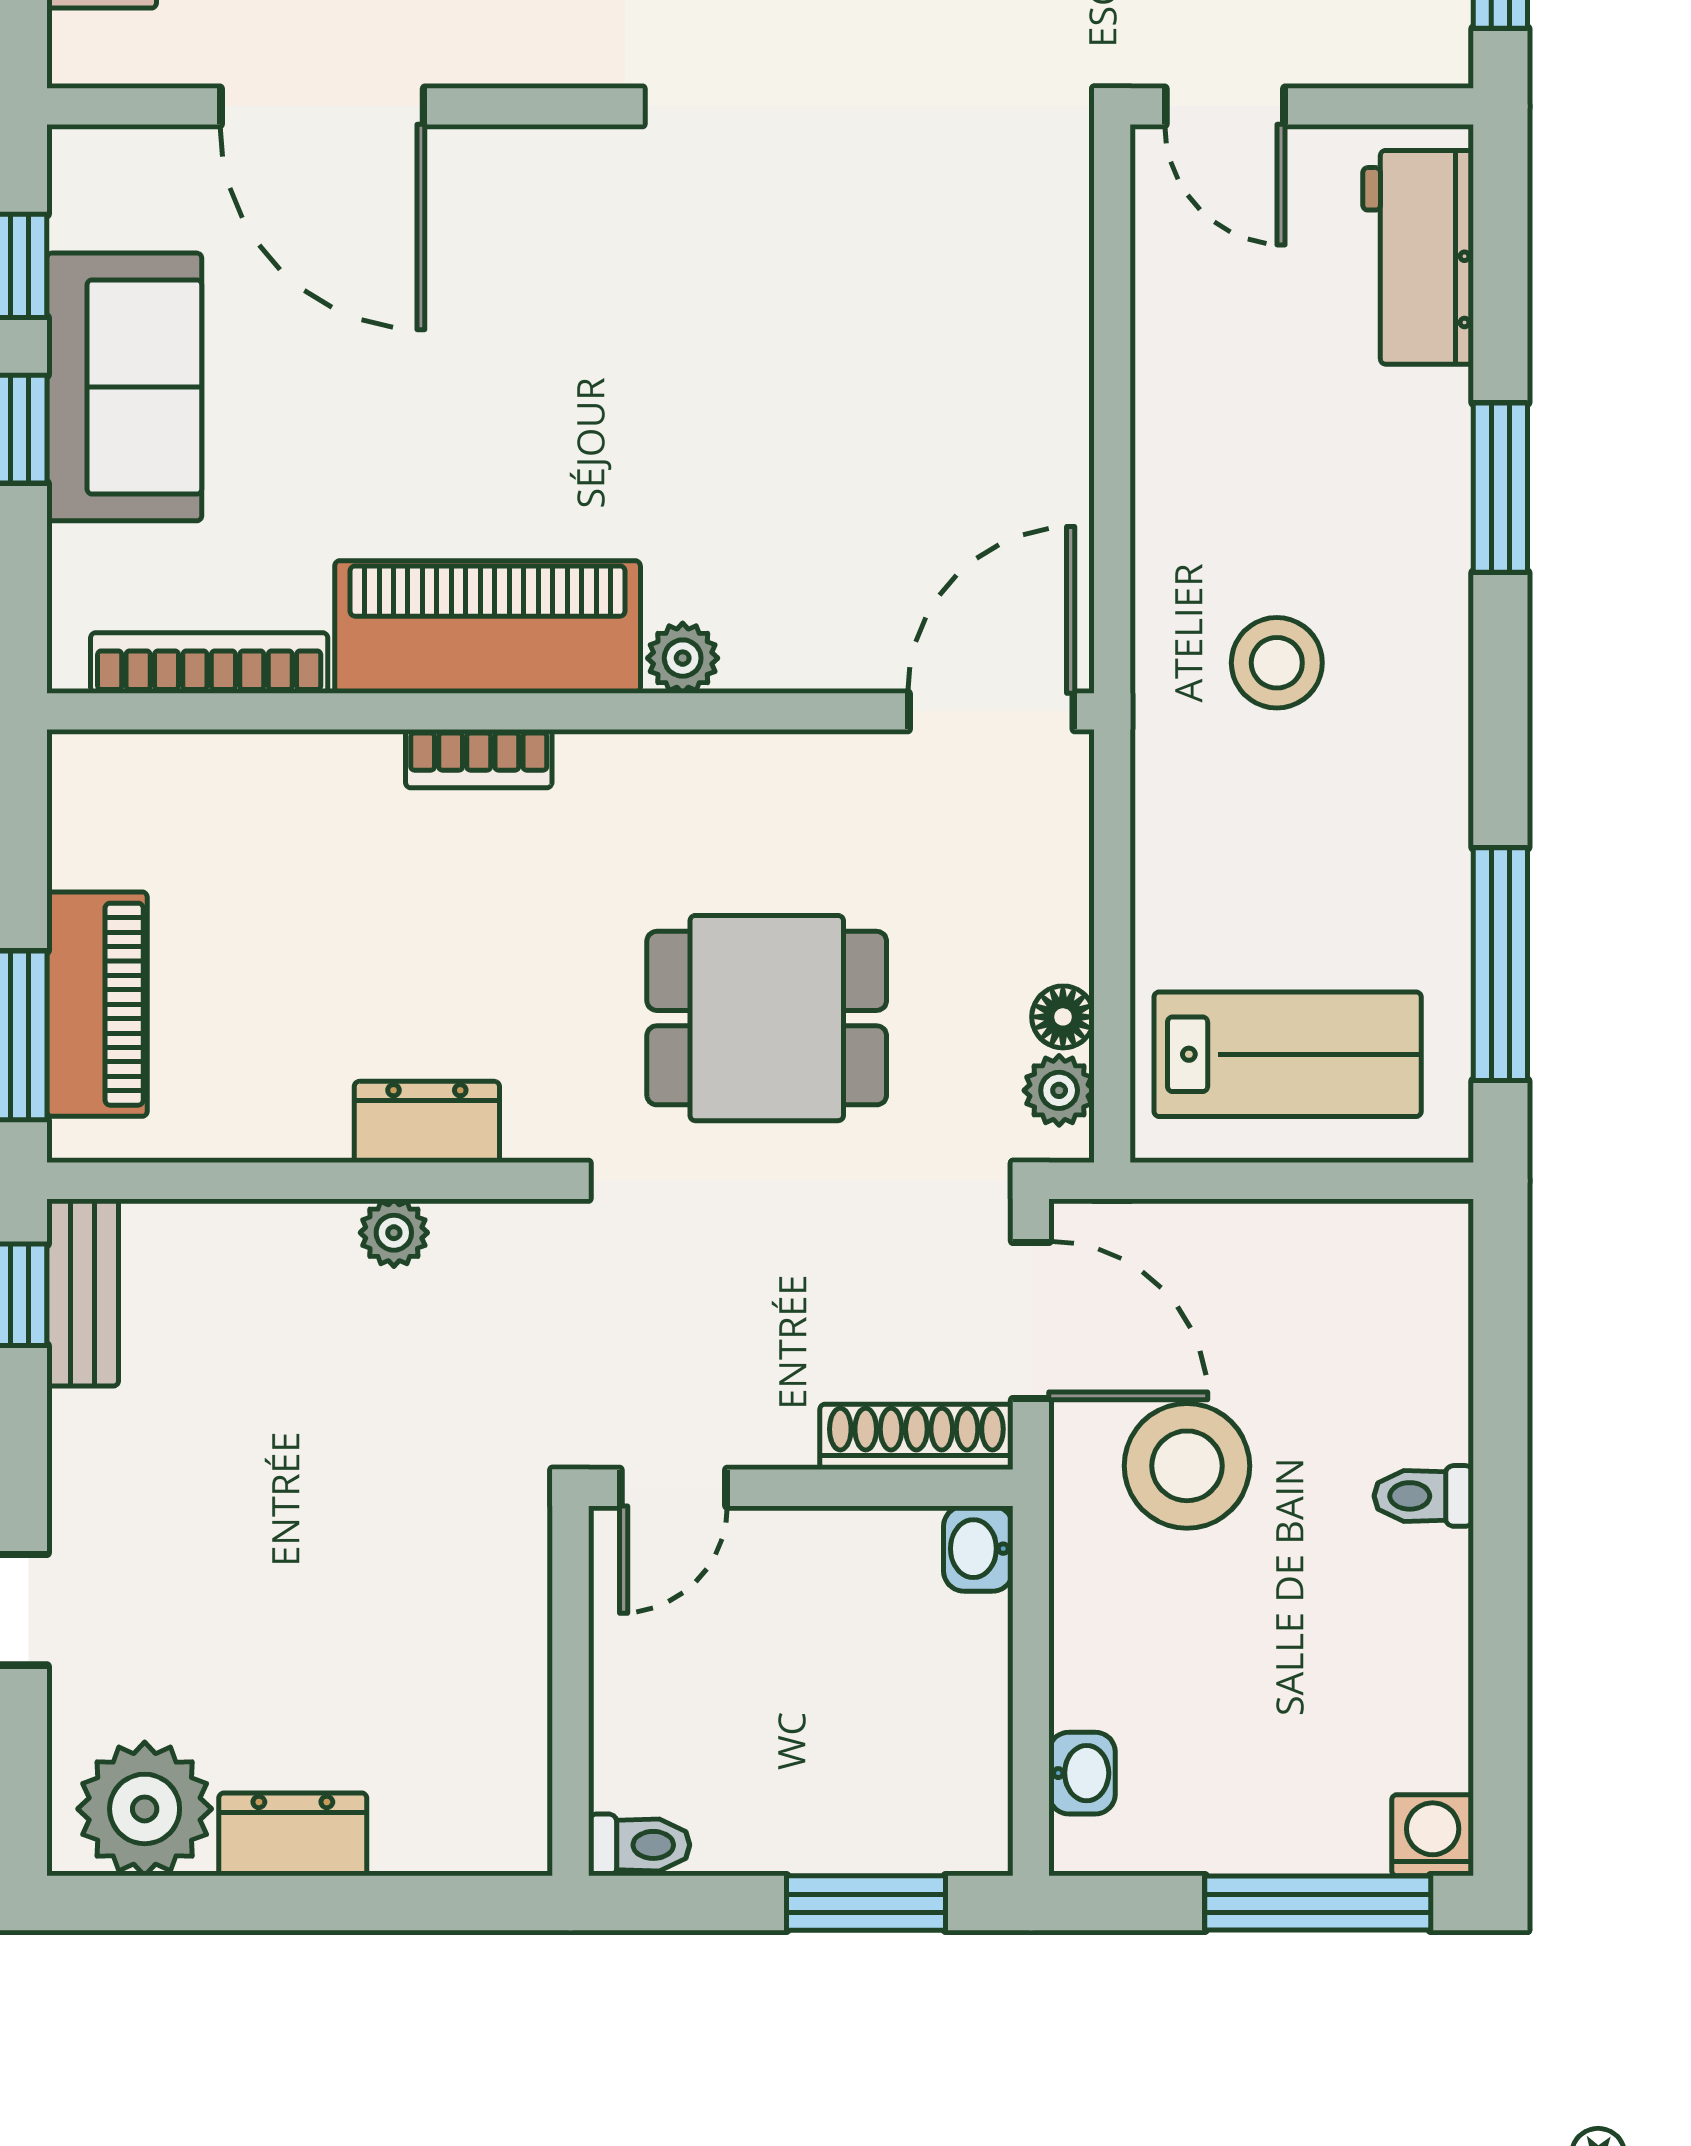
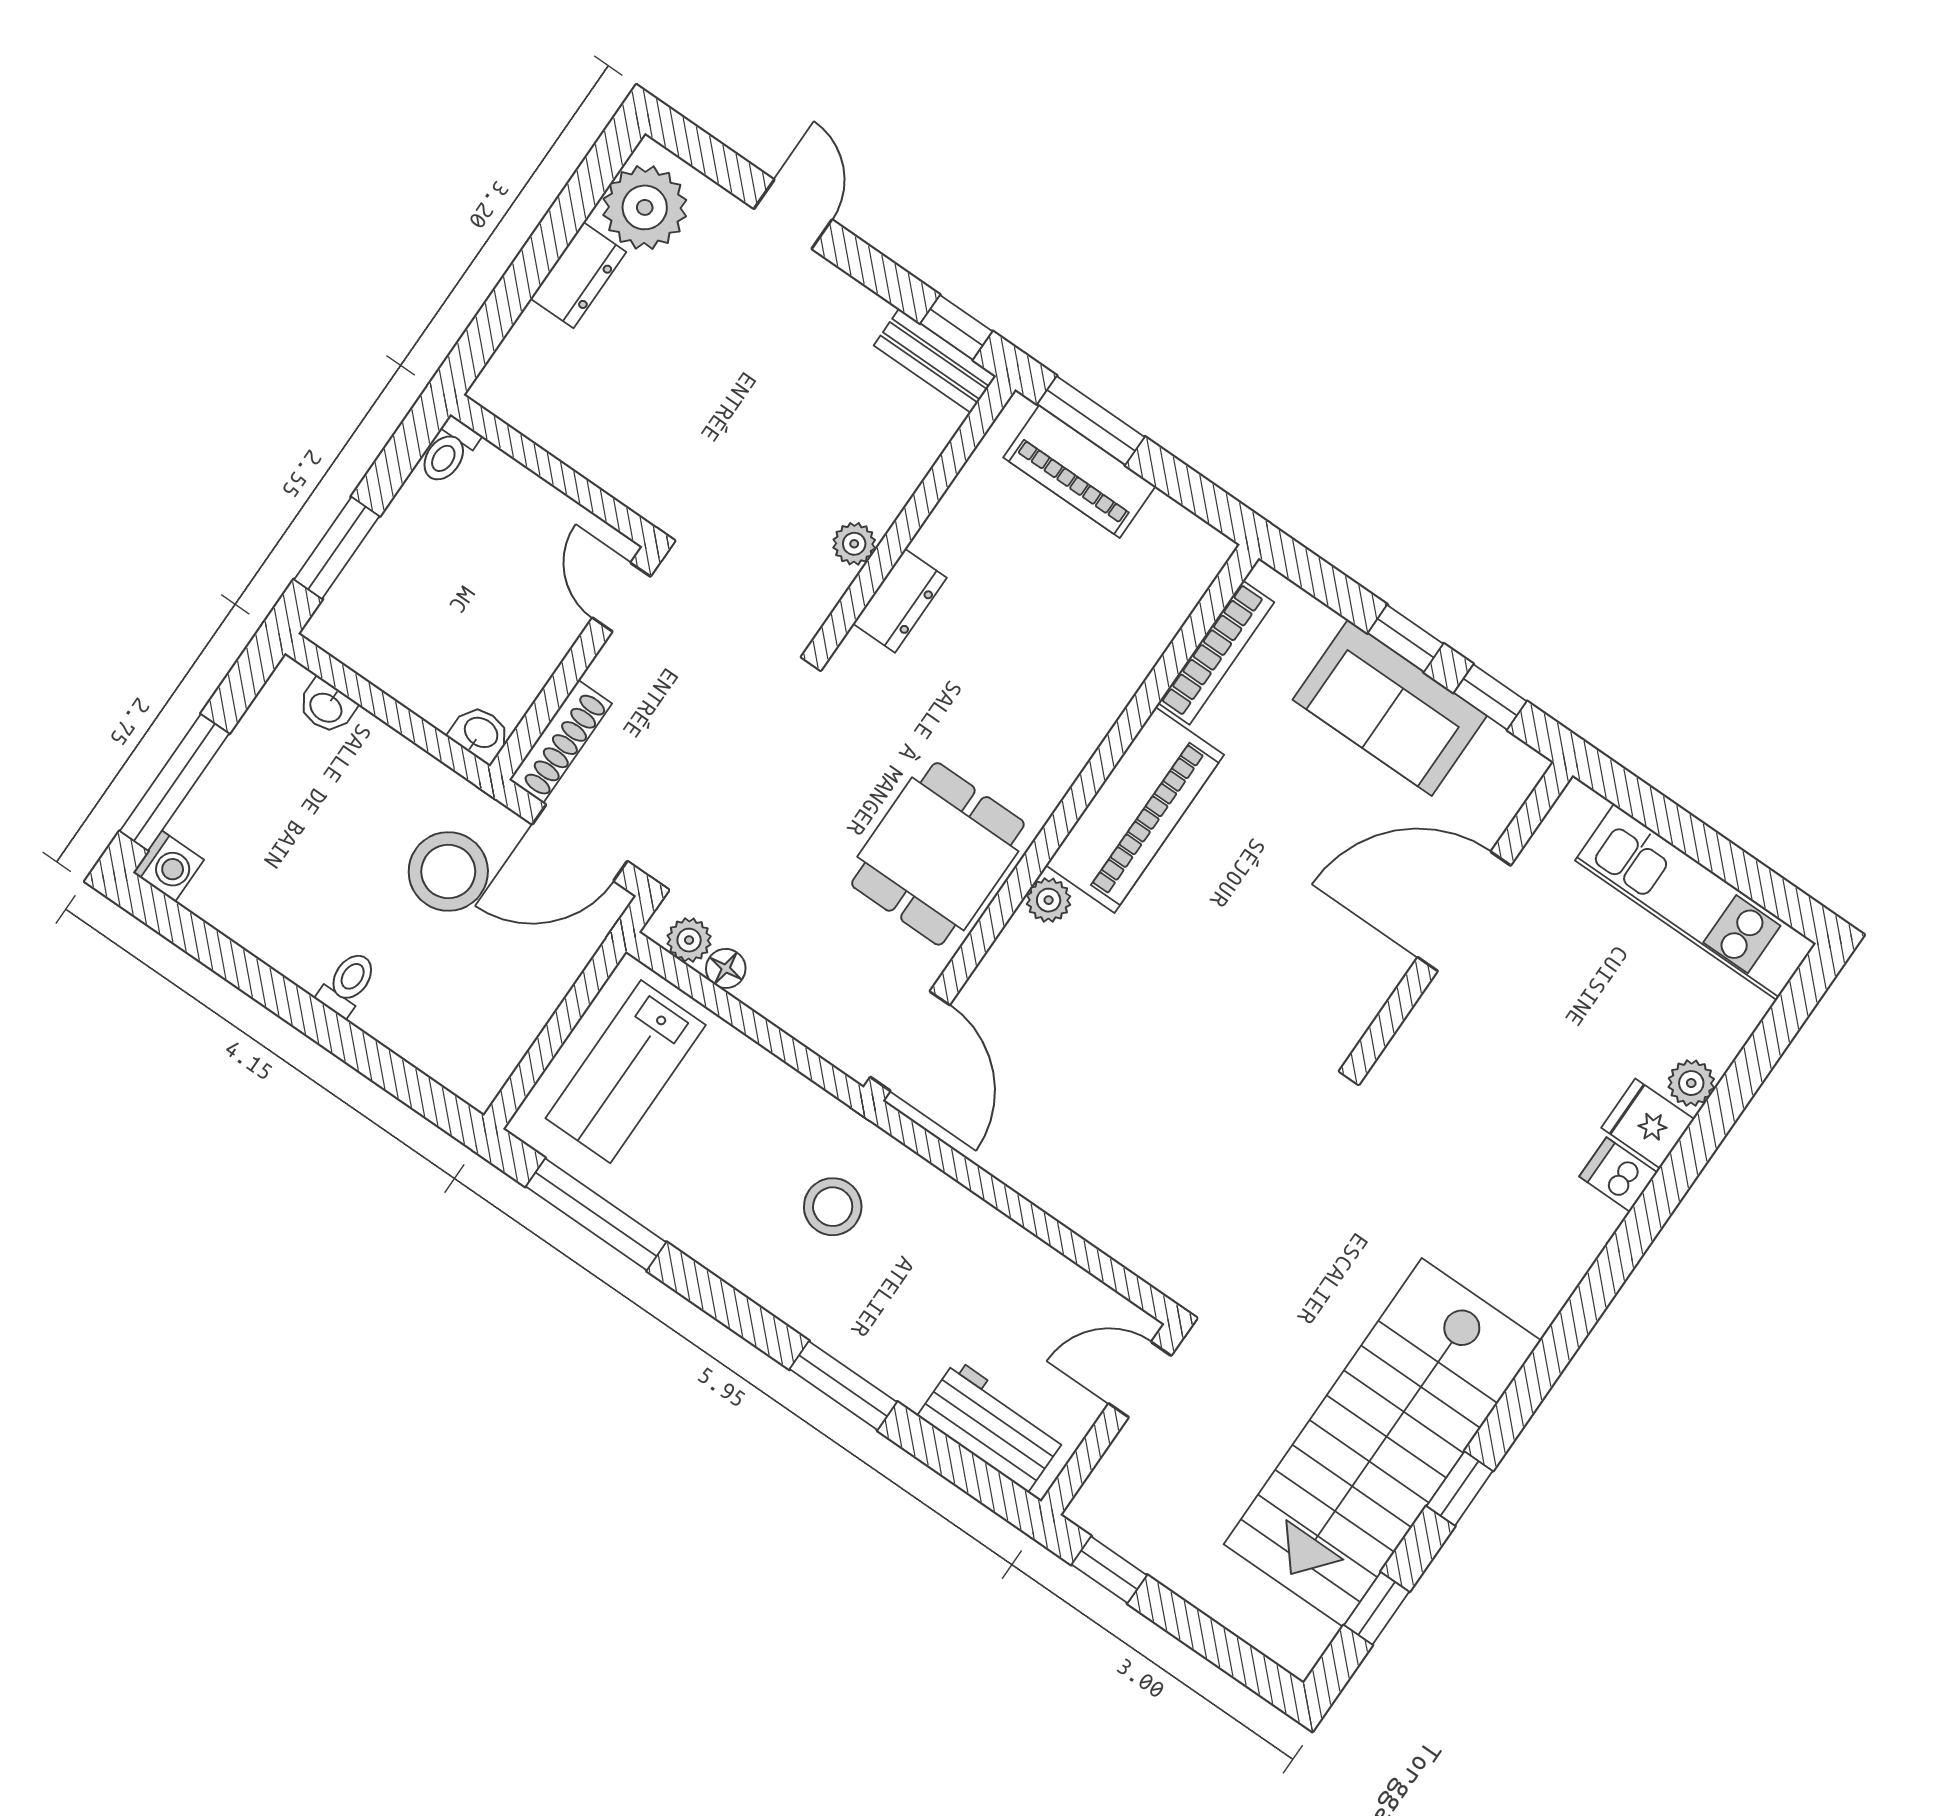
bookcase: (479, 759) -> (1070, 758), removed
dining table: (767, 1018) -> (938, 854), moved

